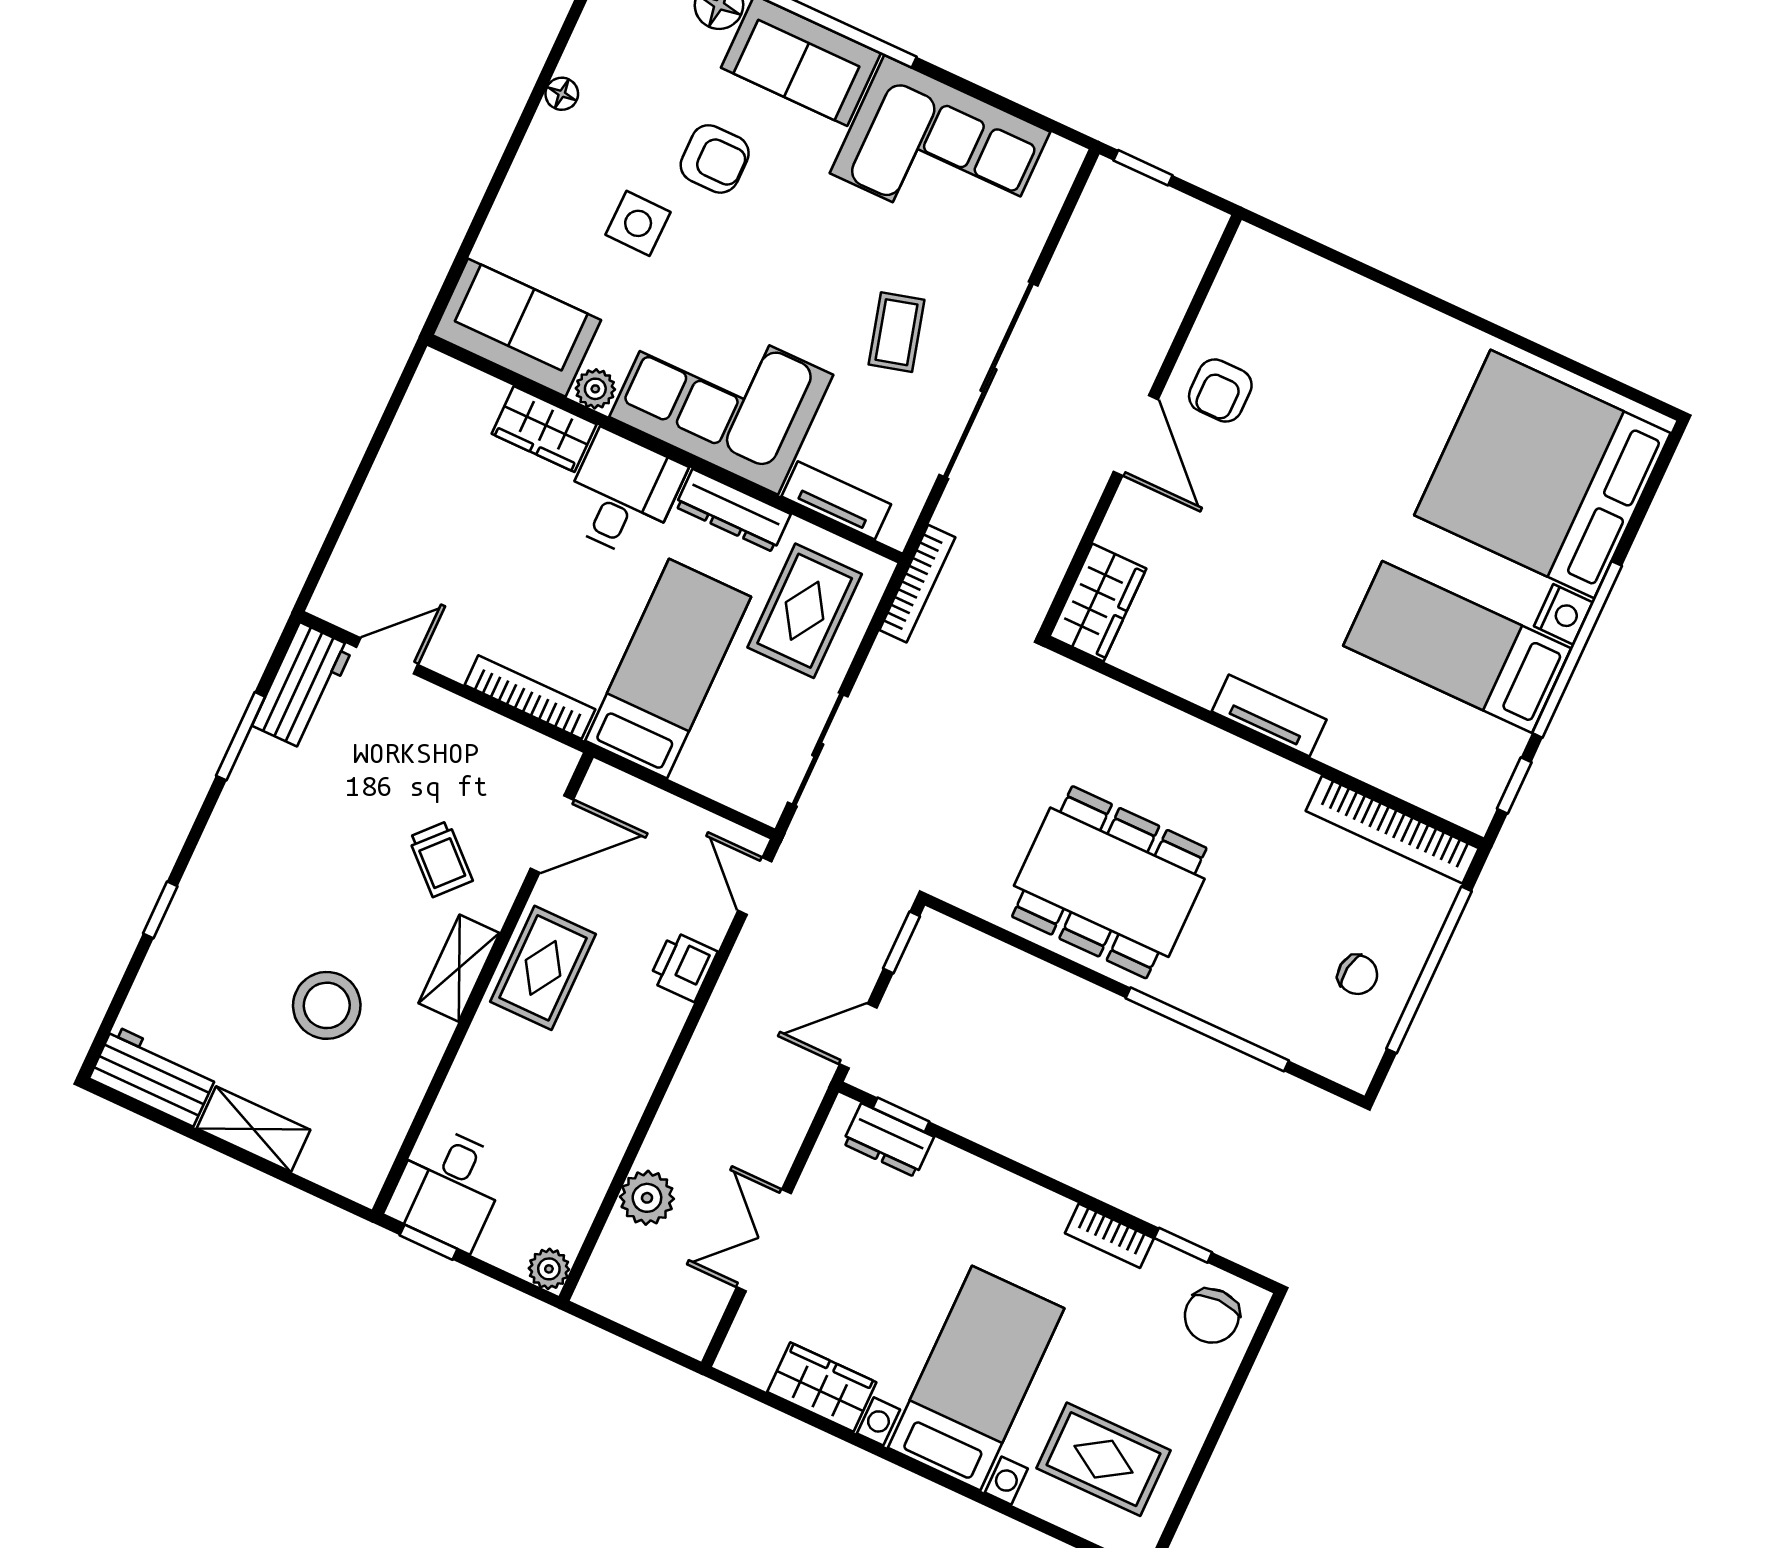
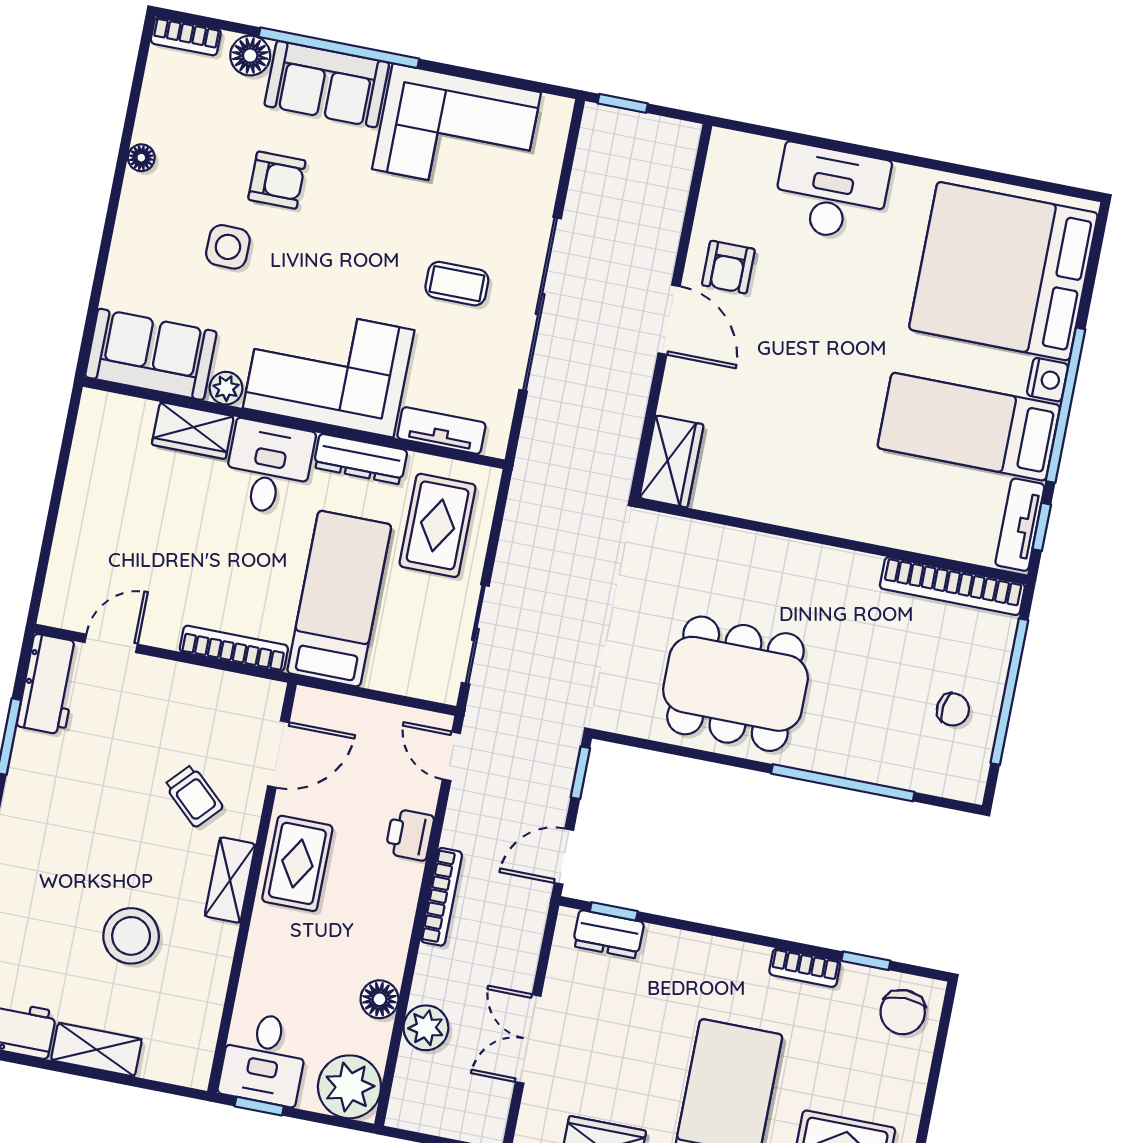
coffee table: (897, 332) -> (457, 284), turned -75
desk: (1363, 333) -> (831, 193), added
bookcase: (917, 584) -> (441, 897), moved
tv unit: (1269, 716) -> (1020, 525), moved, turned -90
floor lamp: (601, 1151) -> (379, 999), added
plant: (549, 1269) -> (349, 1087), width x1.87, depth x1.87

